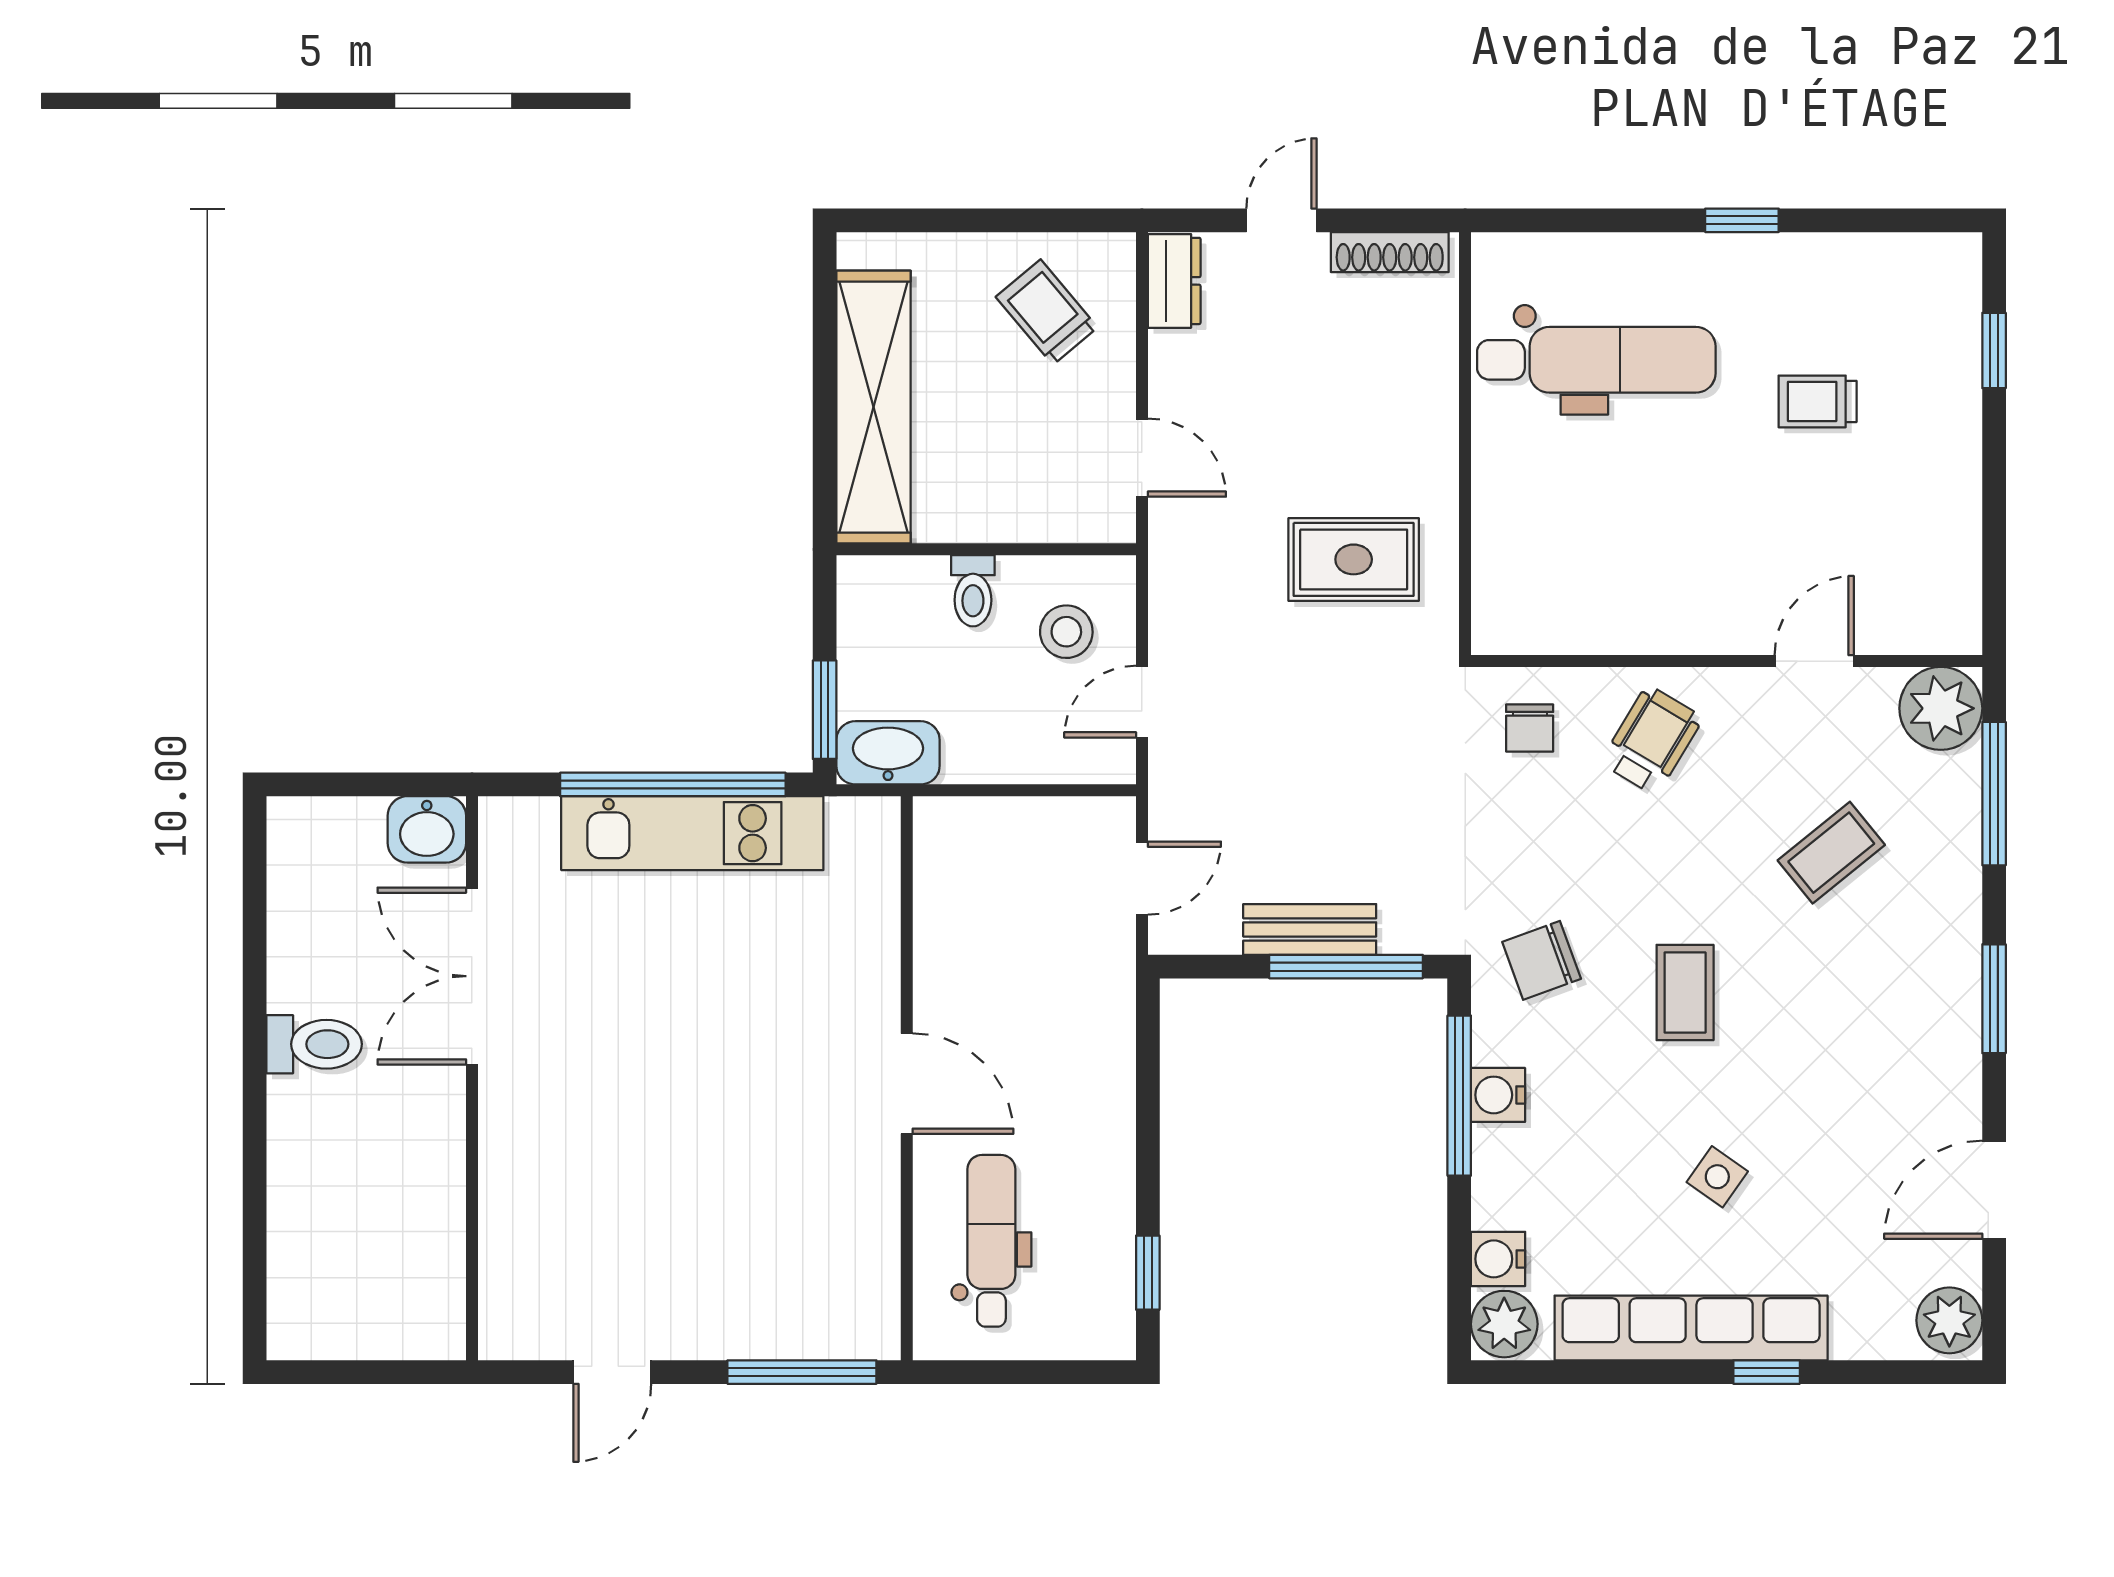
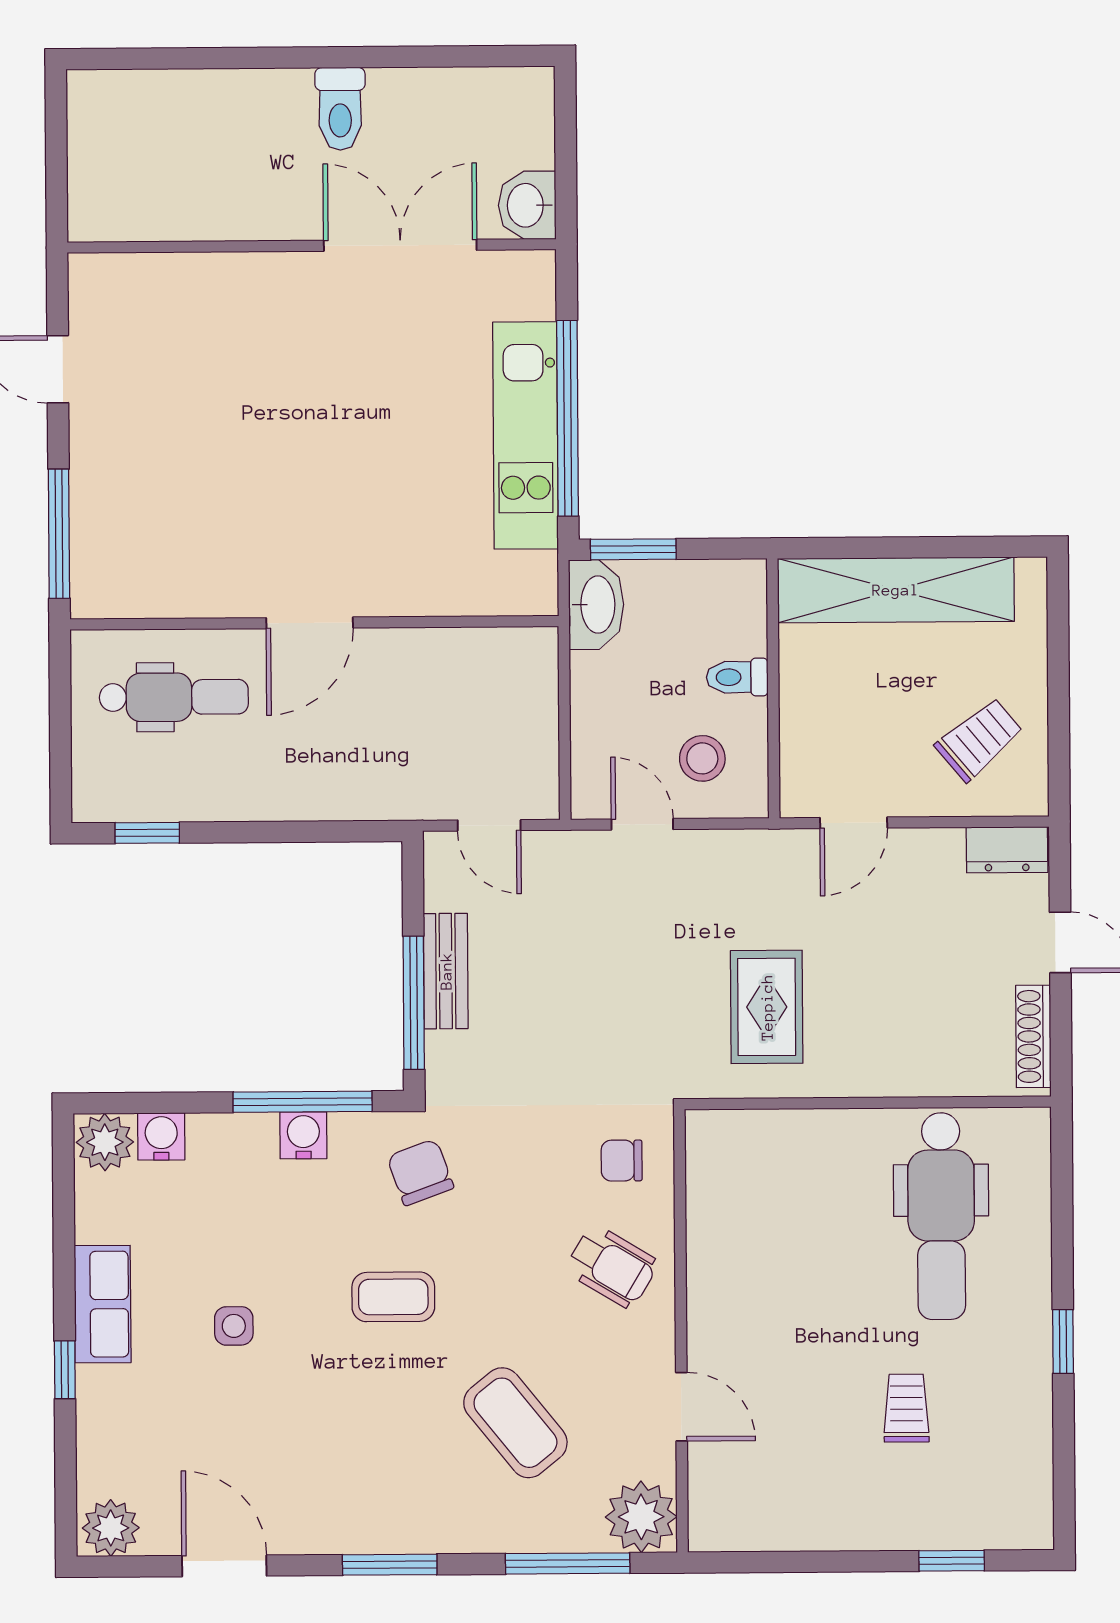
coffee table: (1831, 853) -> (515, 1423), width x1.36, depth x1.30
side table: (1717, 1177) -> (234, 1326), turned -35
row of seats: (1691, 1328) -> (103, 1304), width x0.50

